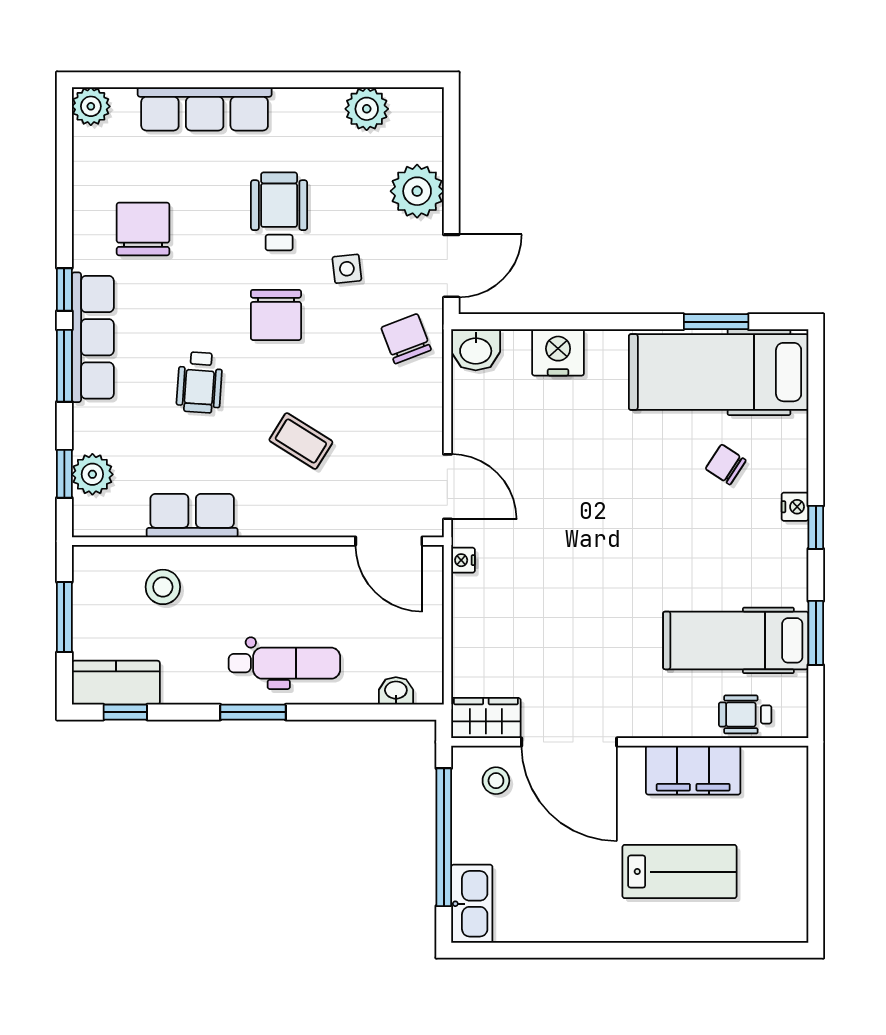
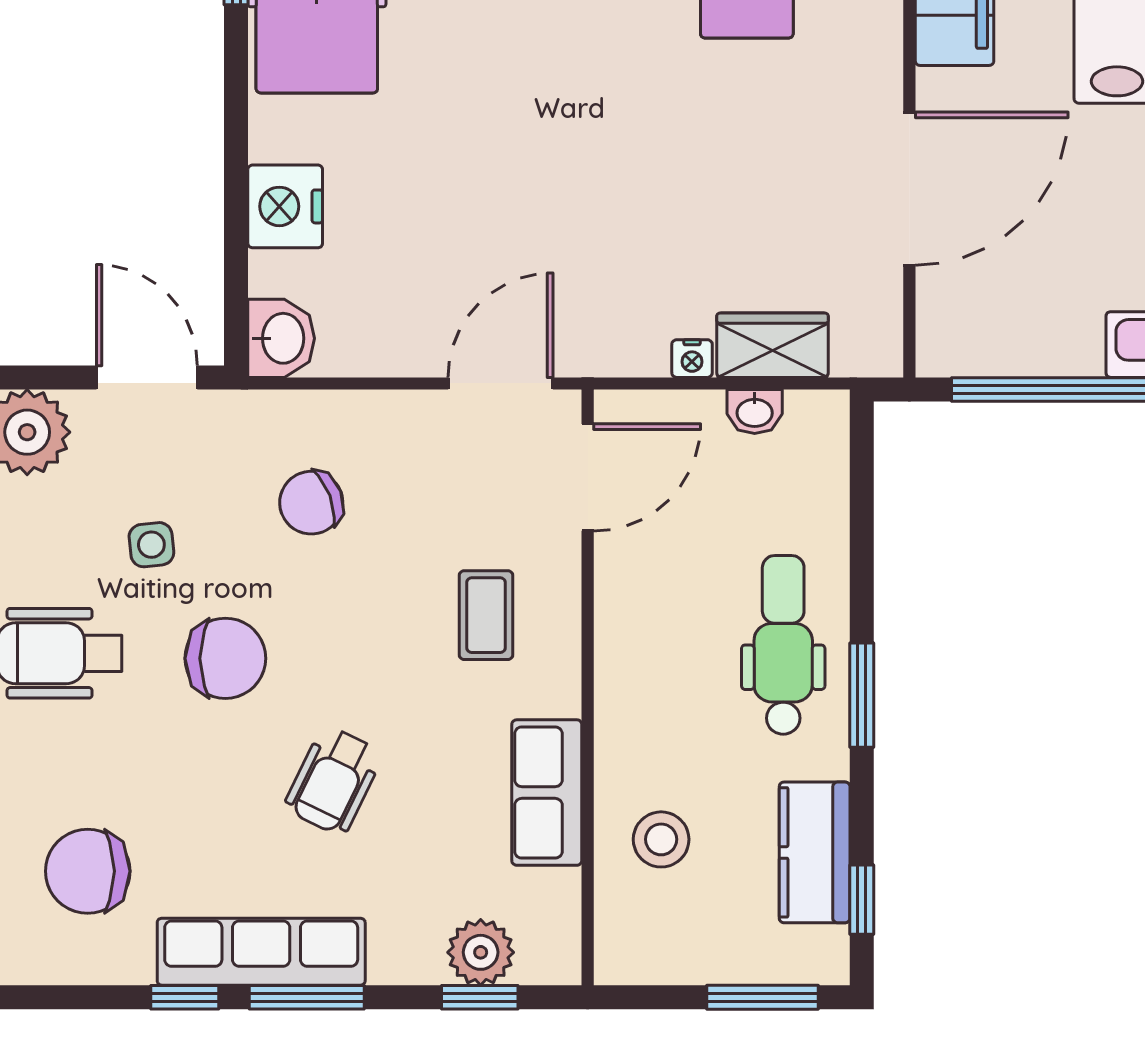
chair: (406, 339) -> (311, 503), moved
wheelchair: (200, 382) -> (333, 781), turned 112
coffee table: (301, 441) -> (486, 615), moved, turned -32
nightstand: (463, 560) -> (692, 359), moved
window: (64, 617) -> (762, 997), moved
kitchen counter: (116, 683) -> (815, 852), moved
washbasin: (396, 691) -> (755, 412), moved, turned -90
wardrobe: (486, 718) -> (772, 345), moved, turned 90
stool: (496, 781) -> (971, 306), removed

